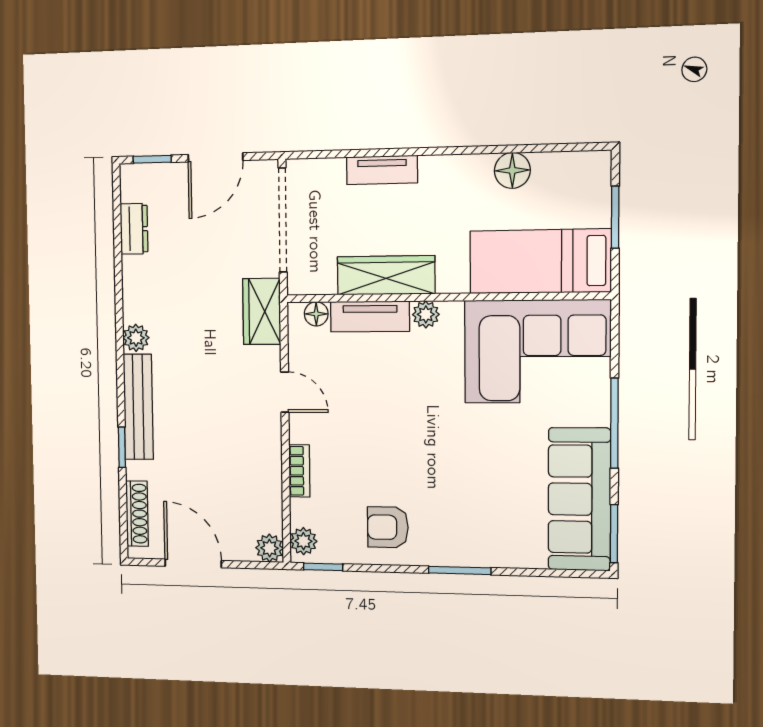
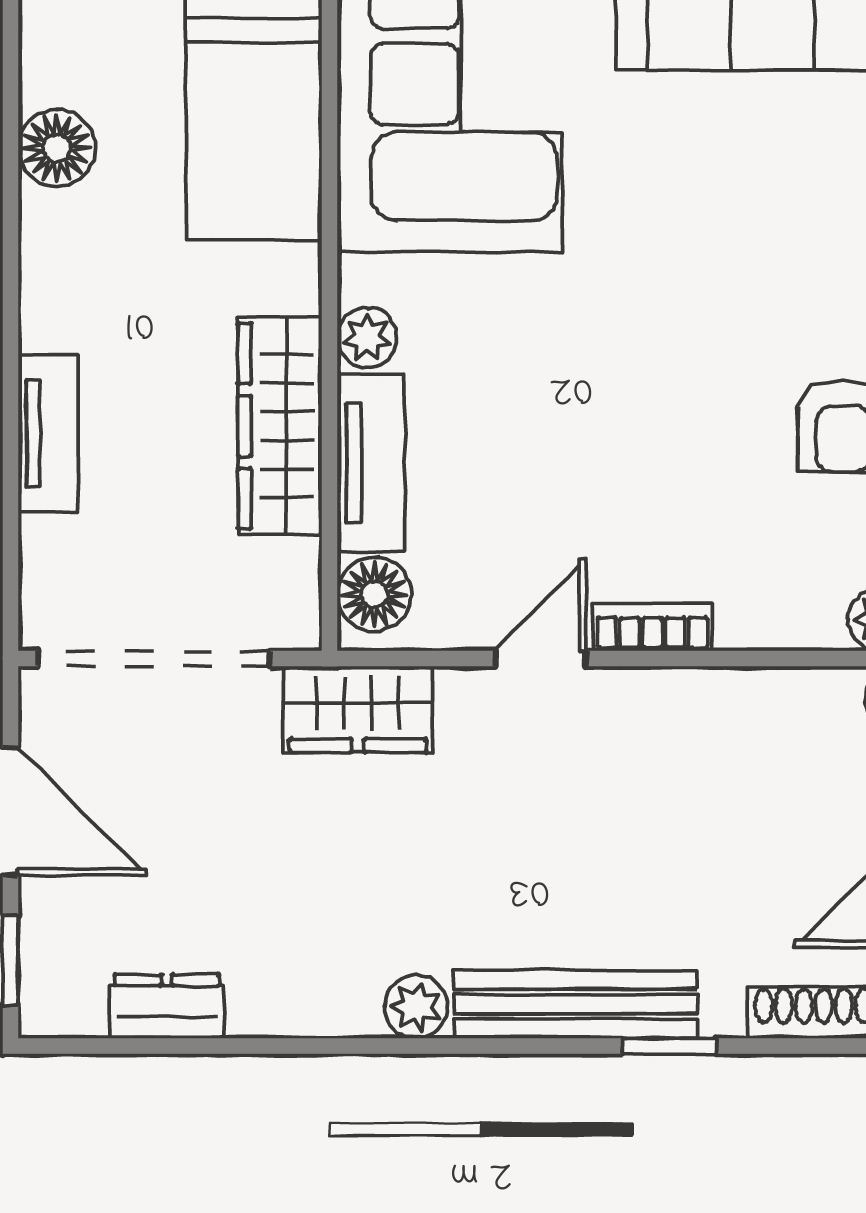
floor lamp: (316, 314) -> (374, 594), width x1.37, depth x1.37
bookcase: (299, 471) -> (653, 627), moved

